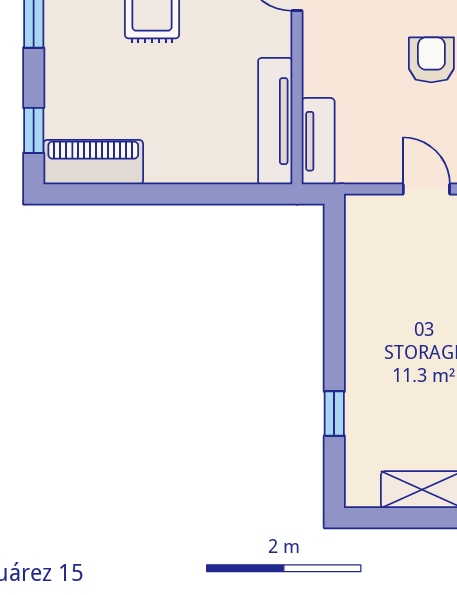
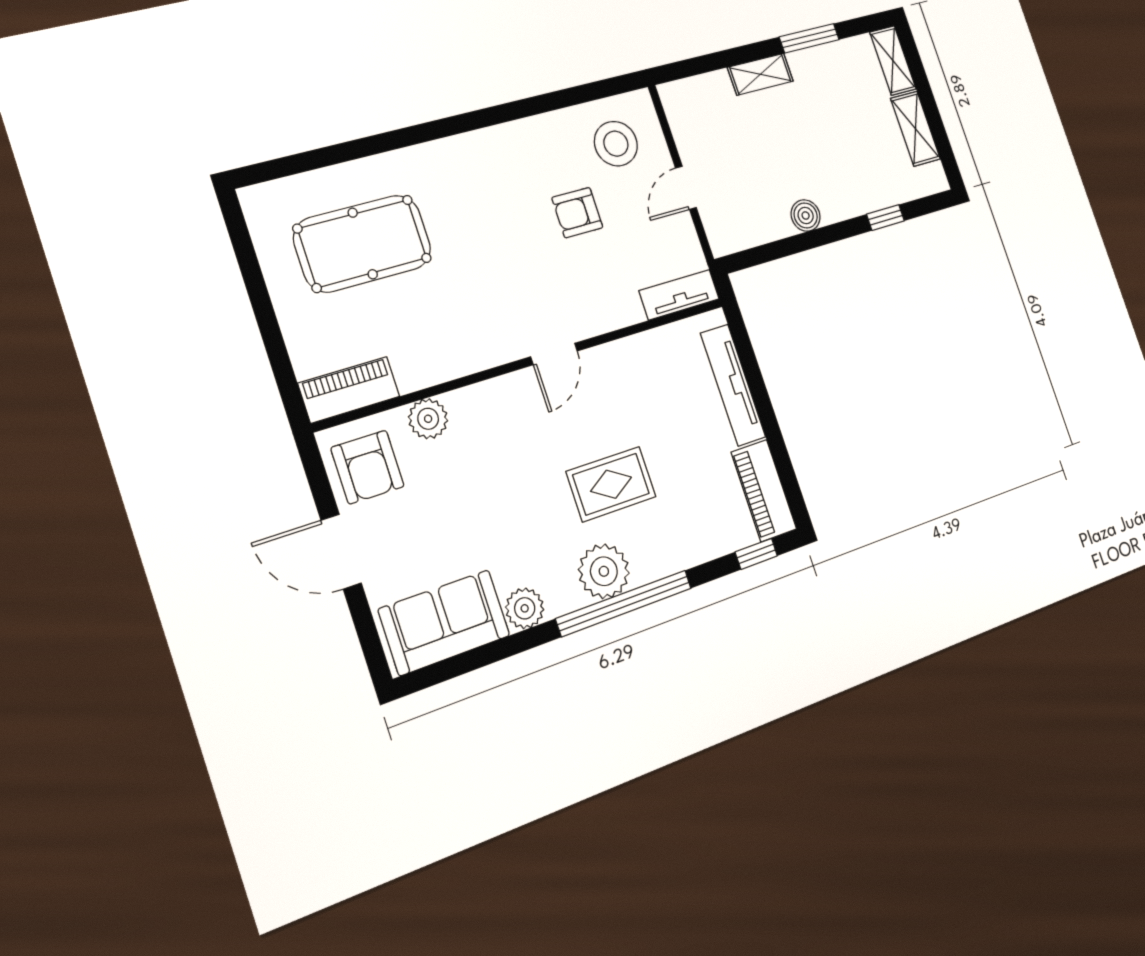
tv unit: (275, 121) -> (733, 385), moved, turned 90
boiler: (362, 317) -> (806, 215), added

